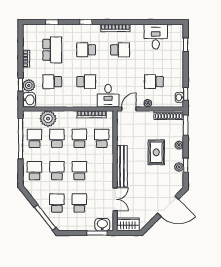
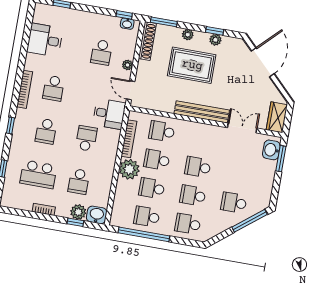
school desk: (52, 50) -> (38, 174), turned 180
school desk: (120, 50) -> (54, 88), turned 180
plant: (48, 119) -> (129, 169), moved
rug: (156, 152) -> (192, 65), width x1.36, depth x1.43
school desk: (79, 203) -> (239, 174), removed

